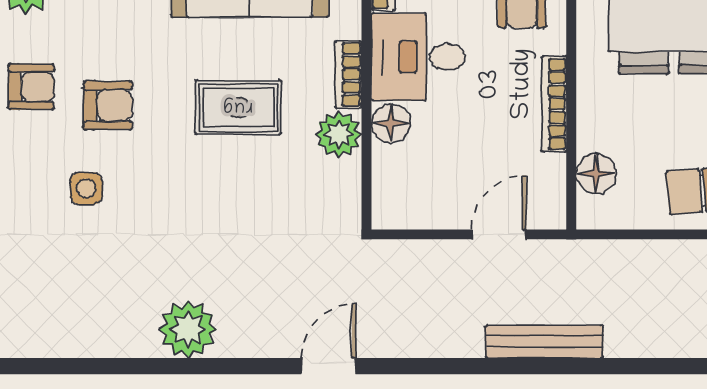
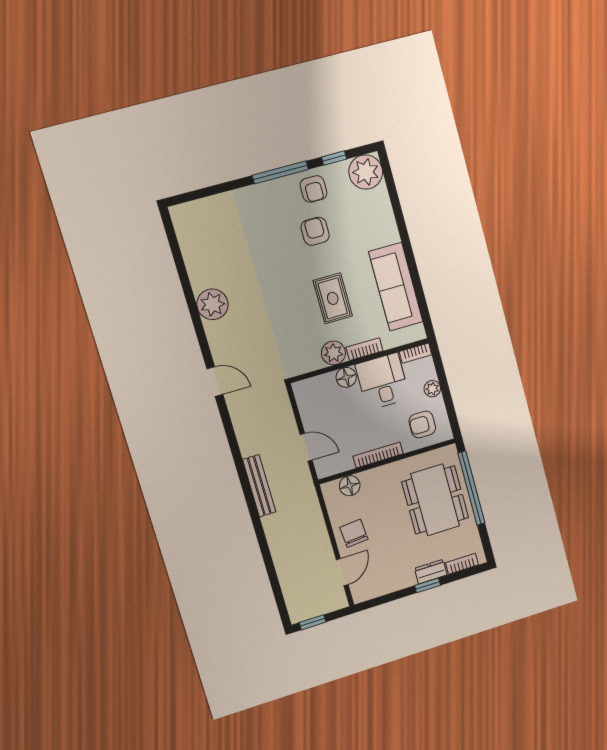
armchair: (108, 106) -> (315, 231), turned 180
side table: (86, 188) -> (270, 232), removed

